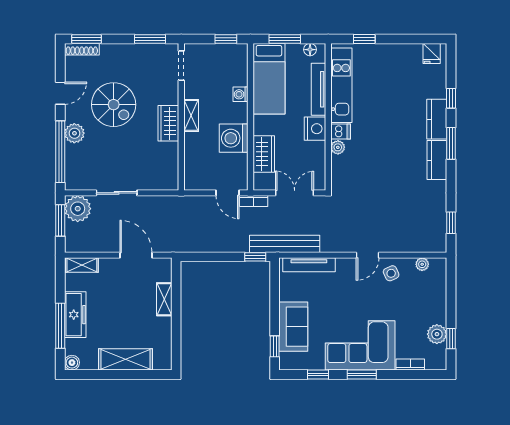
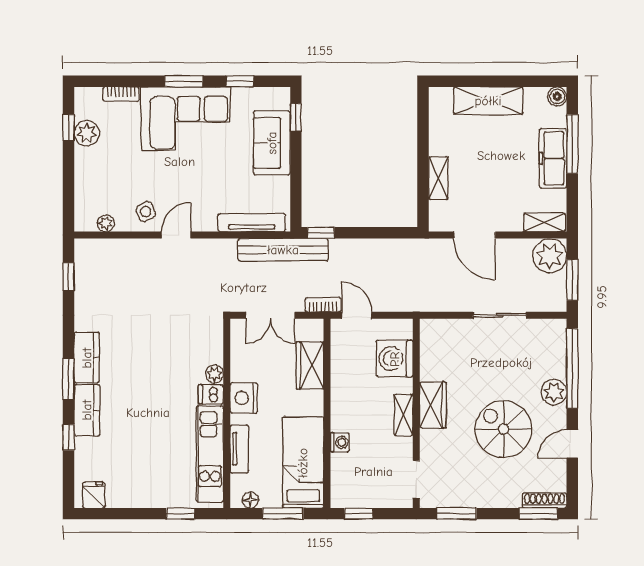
tv unit: (319, 89) -> (239, 449), width x0.71
washing machine: (234, 138) -> (395, 359), moved, turned 180
plant: (78, 209) -> (550, 256), moved

